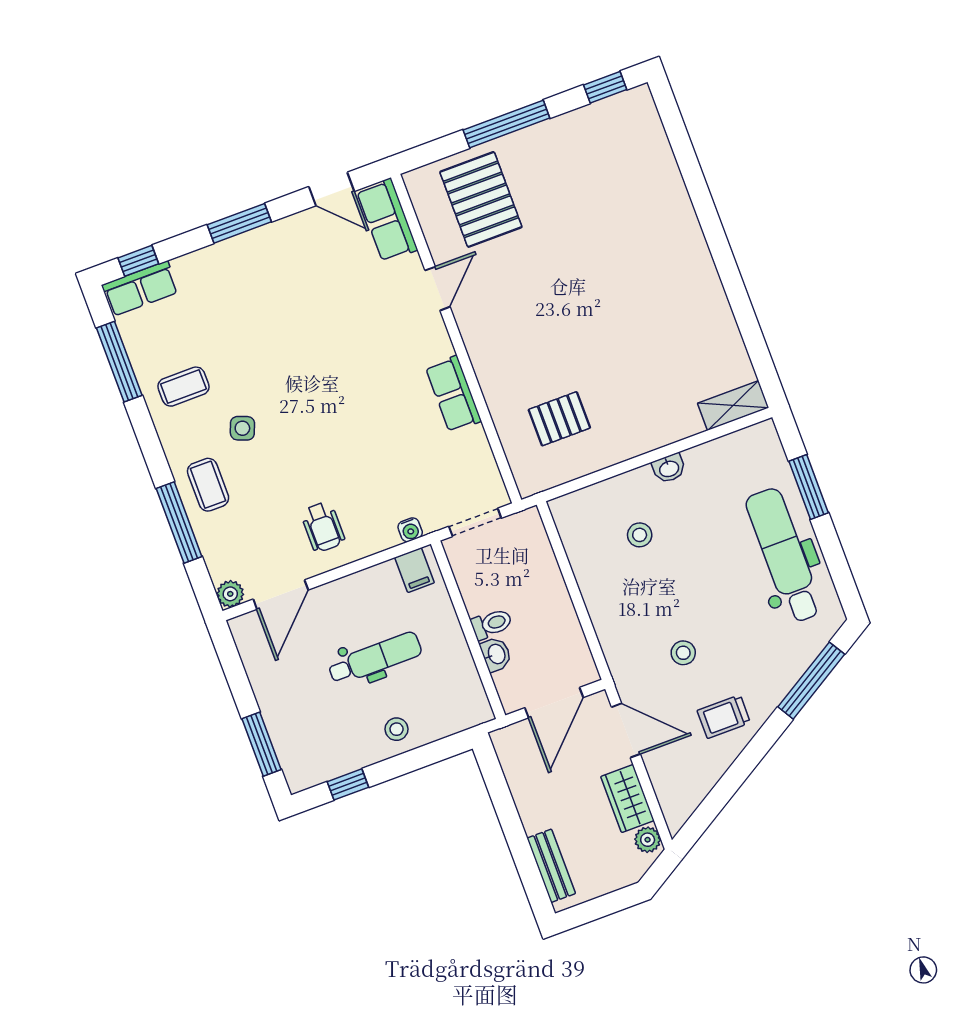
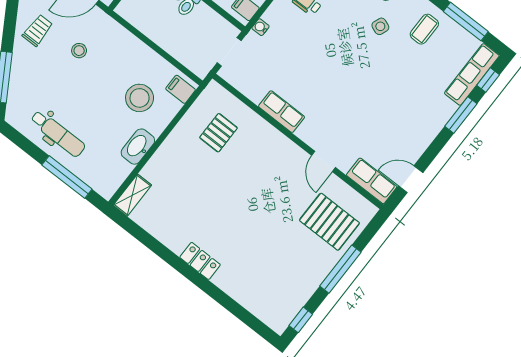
window: (239, 223) -> (461, 115), moved
locker: (695, 256) -> (200, 261), added
row of seats: (140, 289) -> (472, 74), width x1.48
washbasin: (669, 468) -> (138, 147), width x1.91, depth x1.45
window: (809, 487) -> (67, 177), width x1.44
filing cabinet: (575, 512) -> (181, 89), added
stool: (640, 535) -> (140, 98), width x1.89, depth x1.89
dental chair: (784, 555) -> (58, 134), width x0.73, depth x0.72

